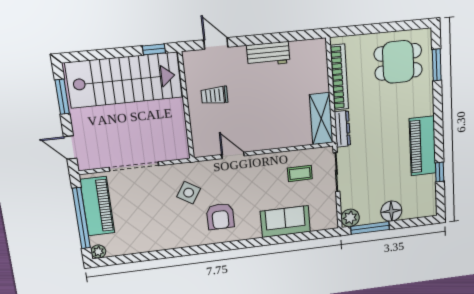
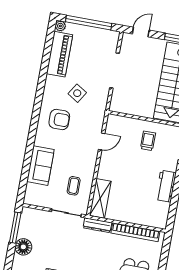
shelving: (321, 119) -> (100, 198), moved, turned 90
side table: (189, 193) -> (77, 93), moved
piano: (97, 206) -> (60, 54), moved, turned -90
armchair: (220, 216) -> (59, 119), turned 180
plant: (350, 218) -> (28, 214), removed

